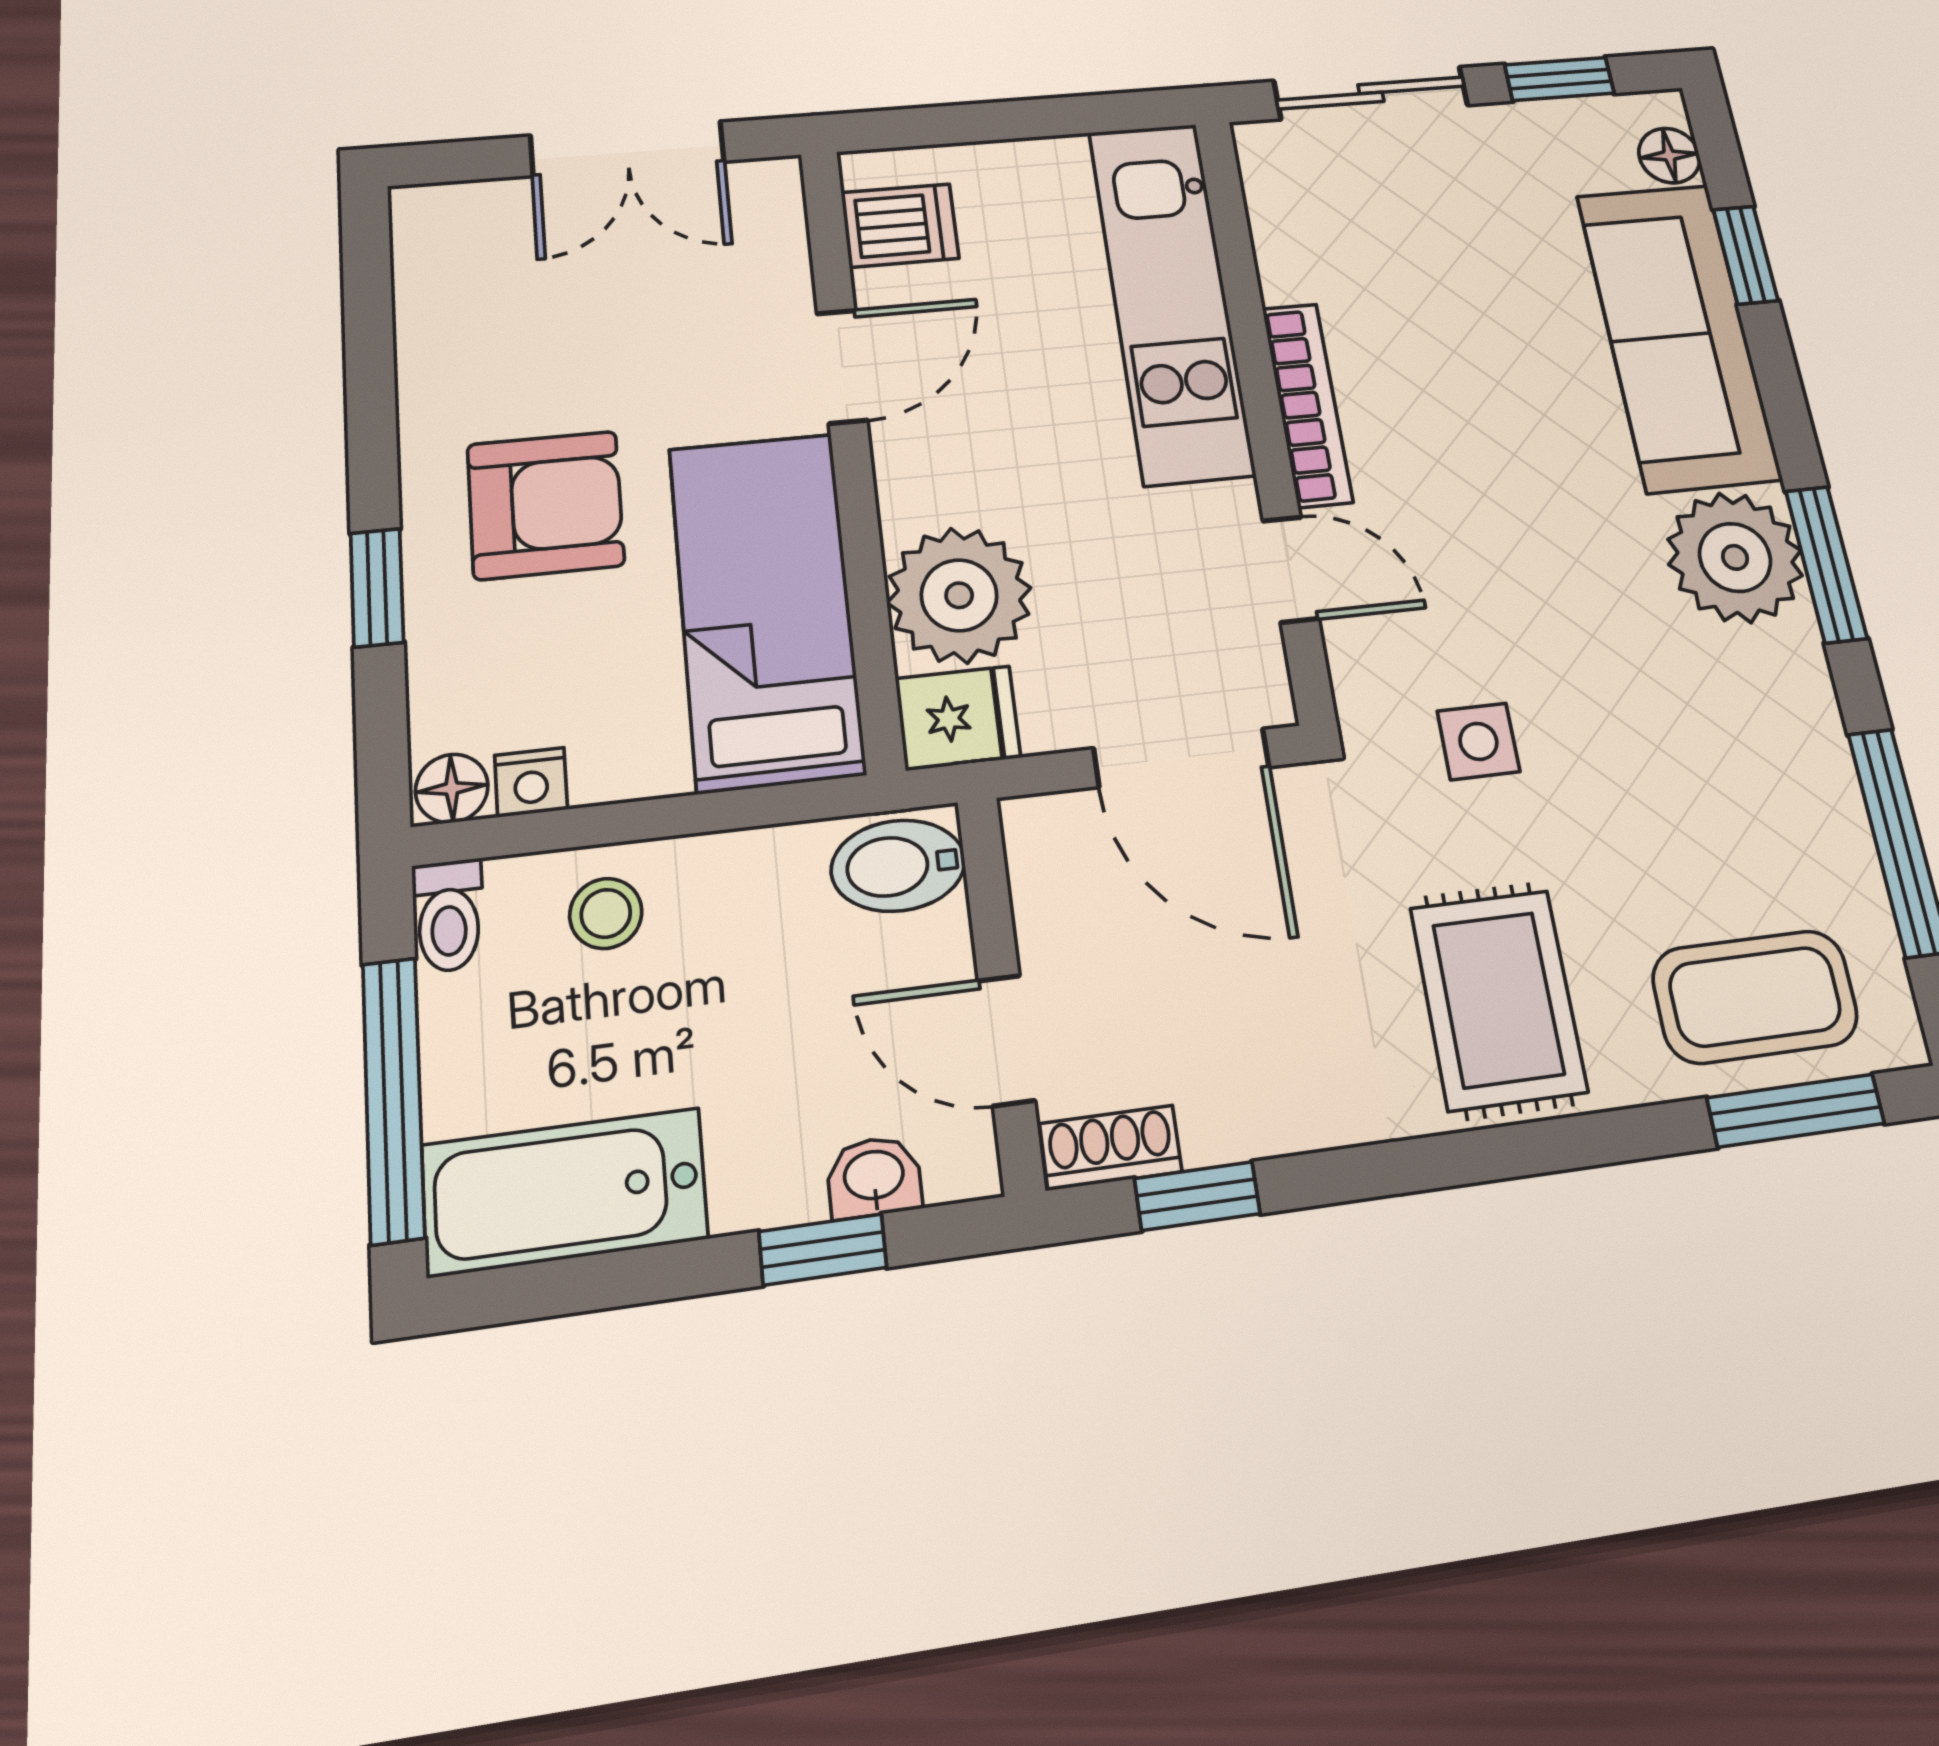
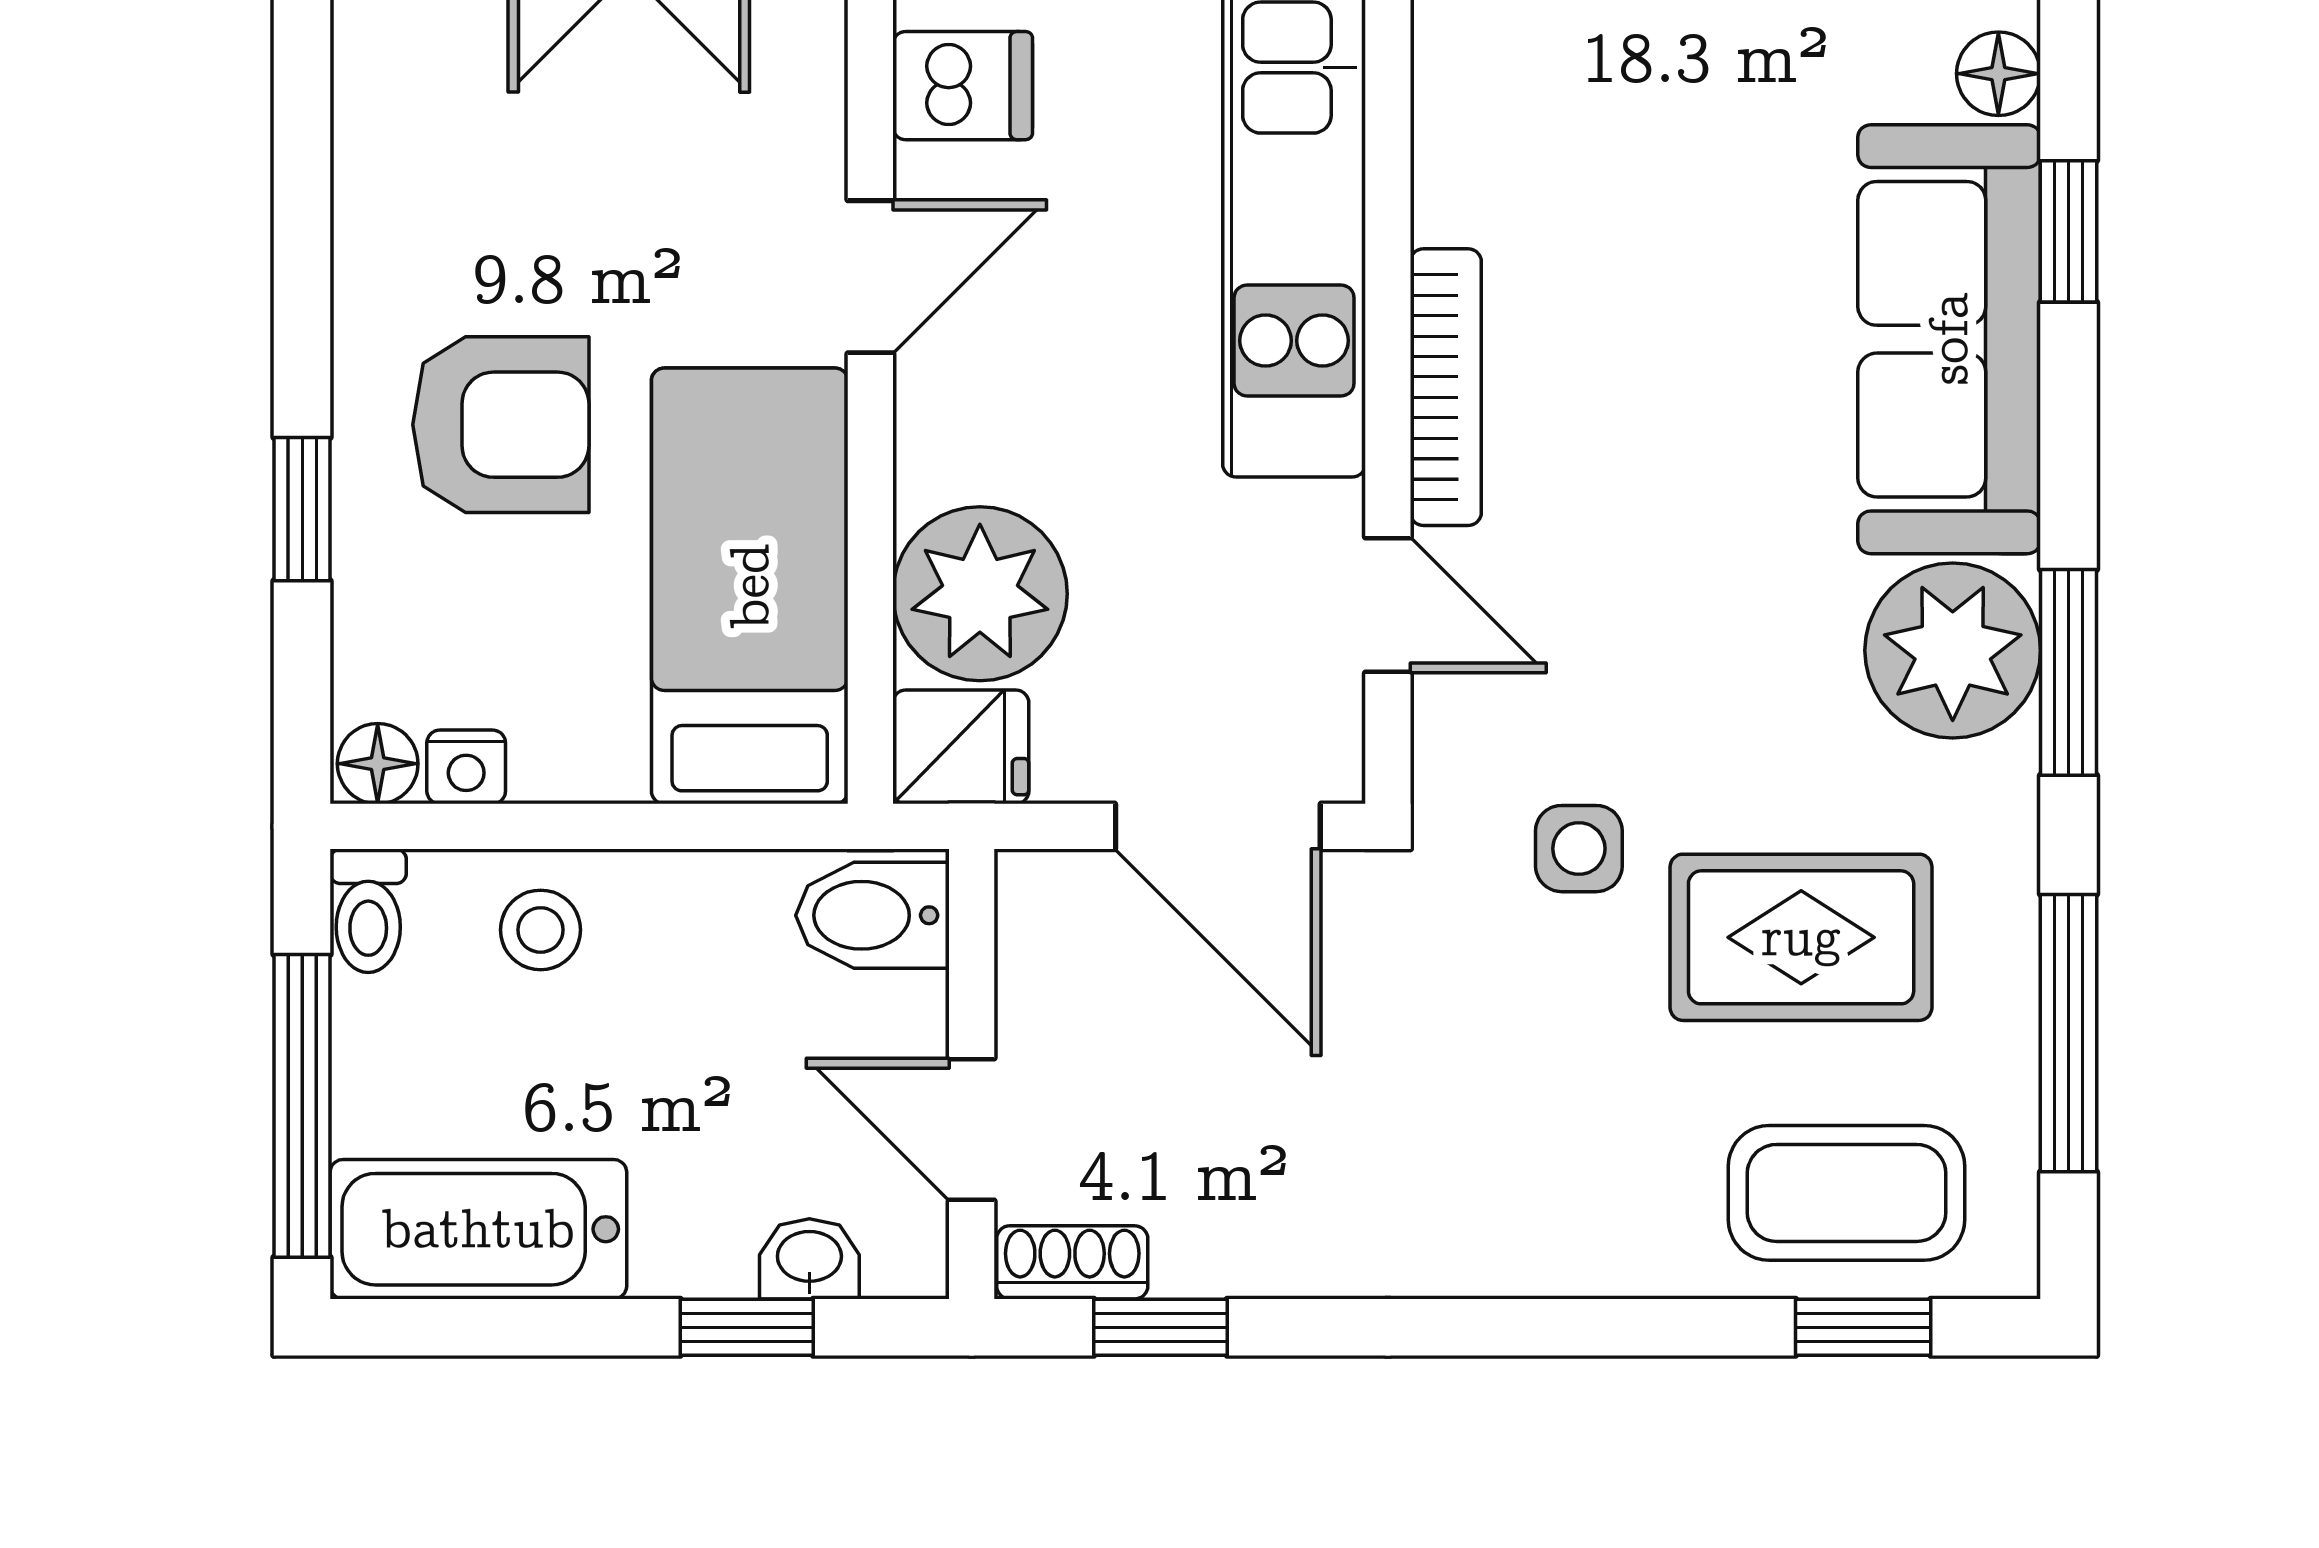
rug: (1498, 1000) -> (1801, 937), moved, turned 90
window: (1796, 1111) -> (1863, 1327), width x0.67

